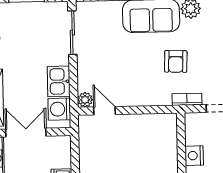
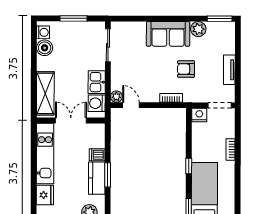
armchair: (176, 61) -> (186, 69), turned 88
bookcase: (187, 99) -> (171, 98), moved
nightstand: (194, 156) -> (199, 115), moved, turned 90

